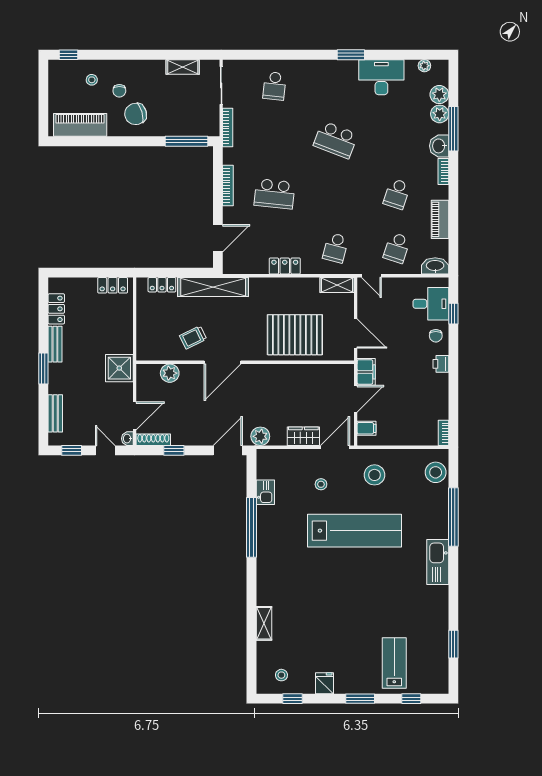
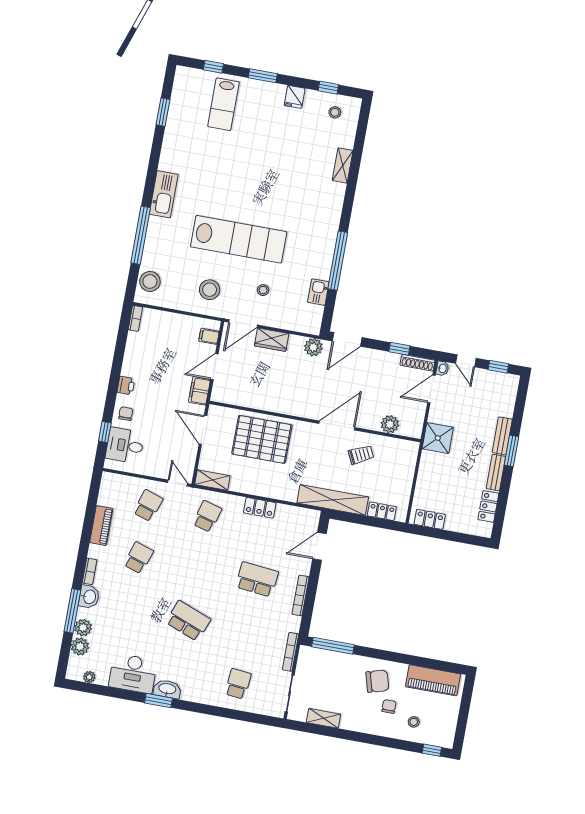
washbasin: (435, 266) -> (167, 689), moved, turned 180
bench: (55, 413) -> (502, 436), moved
lab bench: (355, 531) -> (239, 239), turned 180

